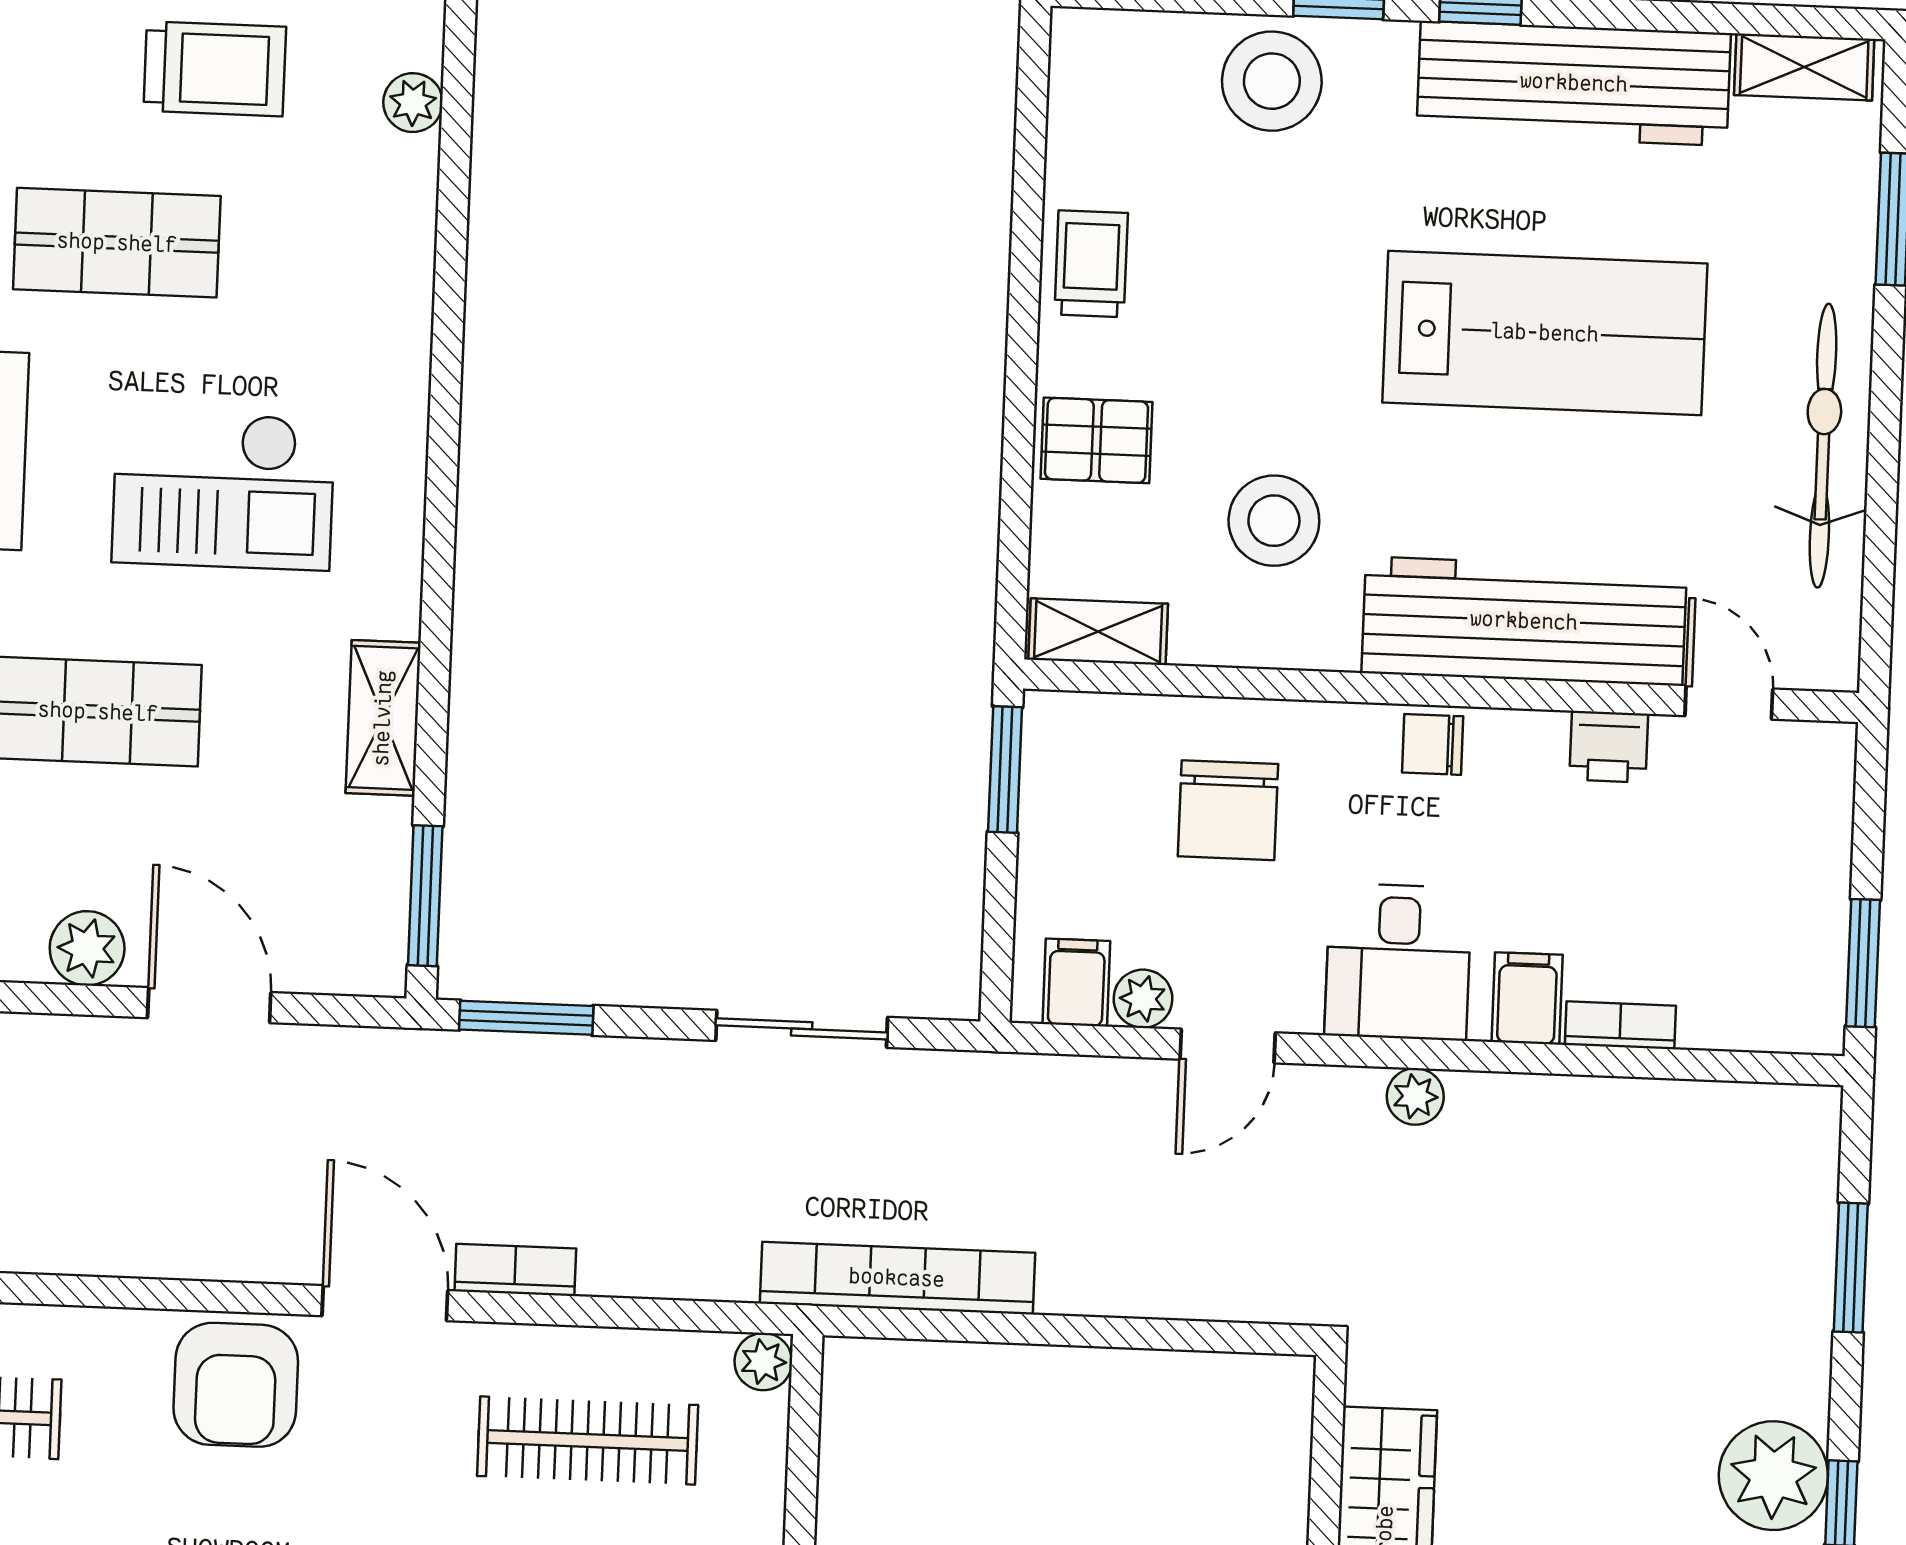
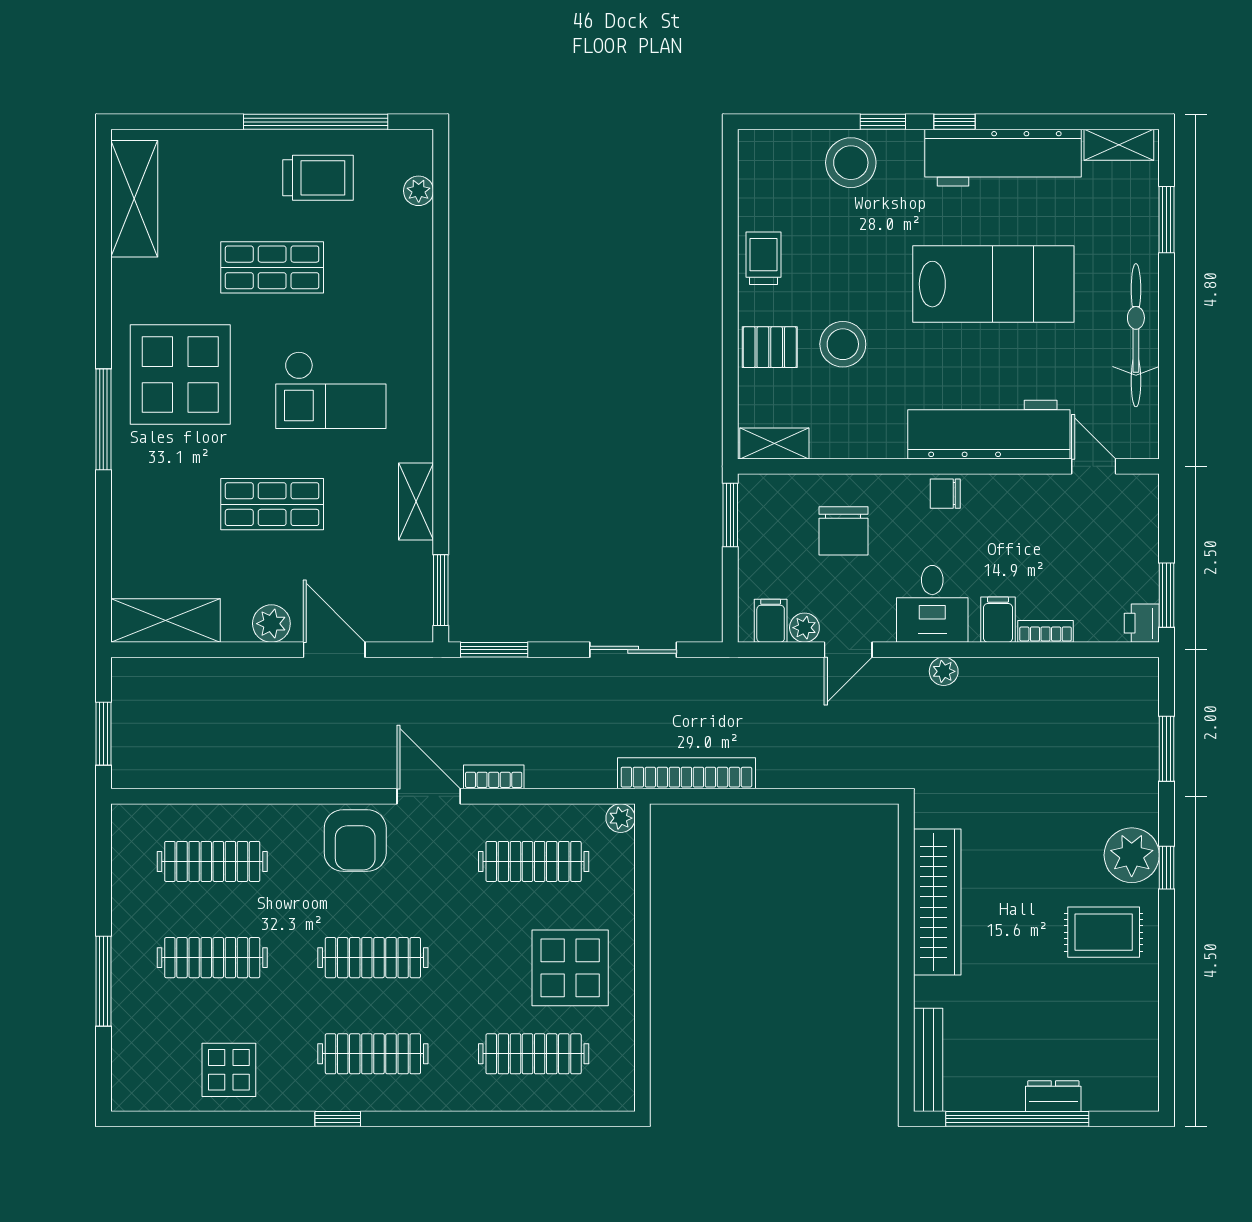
stool: (1274, 521) -> (843, 344), moved
printer: (1609, 747) -> (1142, 623), moved, turned 90

